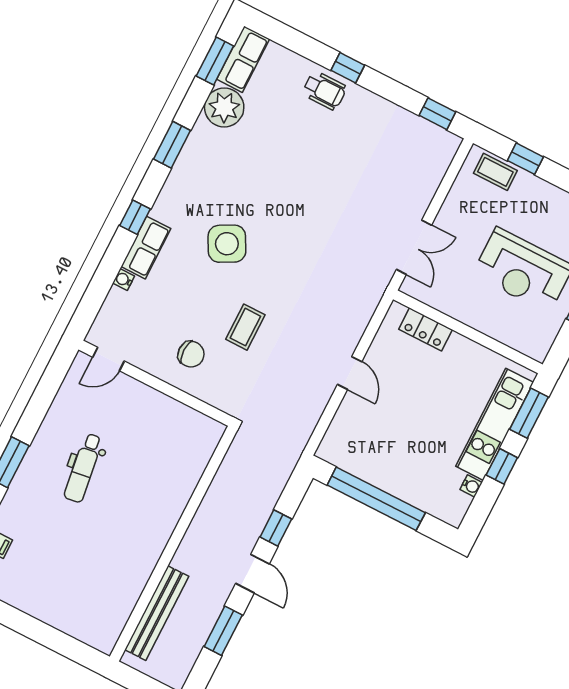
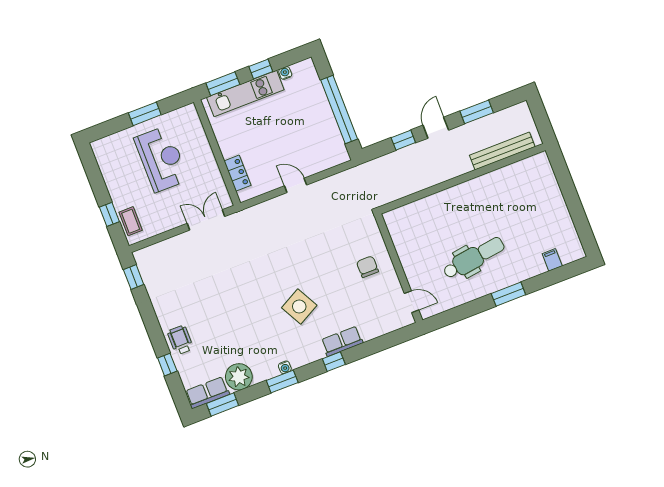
window: (348, 68) -> (167, 365), moved
water cooler: (124, 280) -> (285, 367), moved
coffee table: (245, 327) -> (328, 256), removed
door: (350, 373) -> (296, 185), hinge flipped
dental chair: (83, 468) -> (474, 258), width x1.36, depth x1.38

